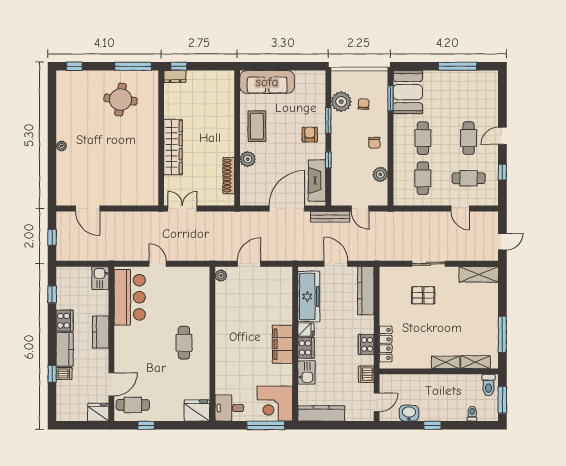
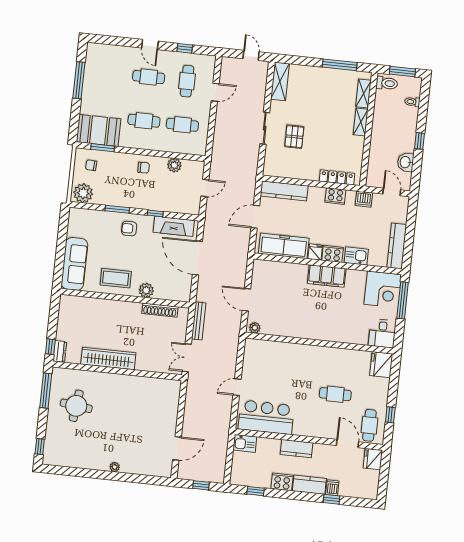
plant: (341, 102) -> (83, 193), moved
chair: (364, 104) -> (91, 165), moved
wardrobe: (173, 147) -> (108, 359), moved
bench: (330, 217) -> (199, 321), moved
cafe table: (184, 343) -> (335, 394), moved

